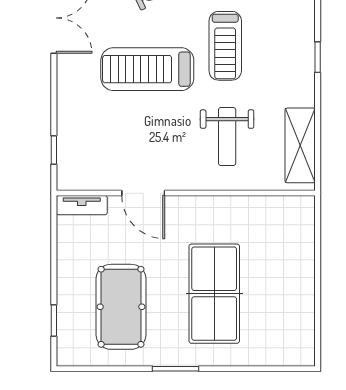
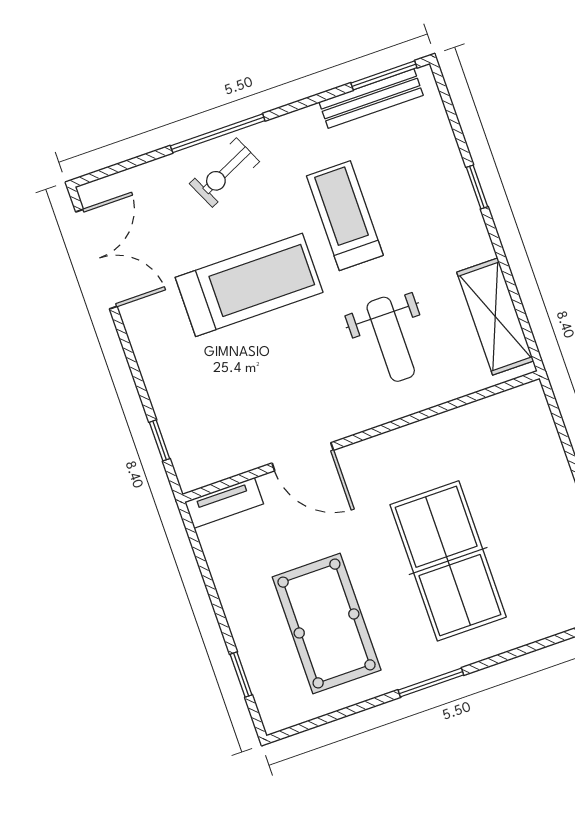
treadmill: (225, 46) -> (345, 216), turned 180
treadmill: (147, 69) -> (249, 285), turned 180

